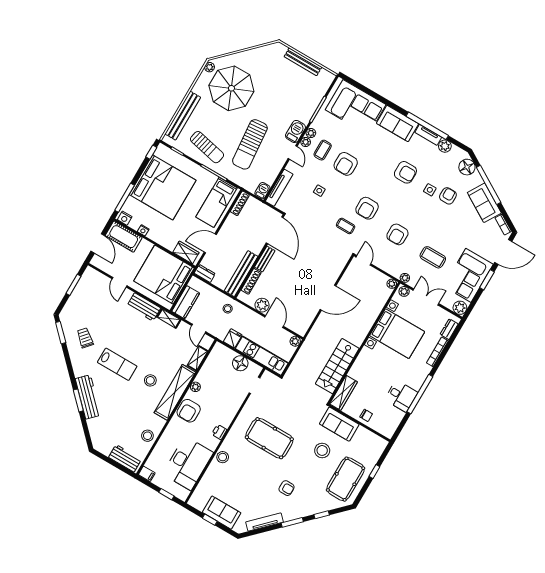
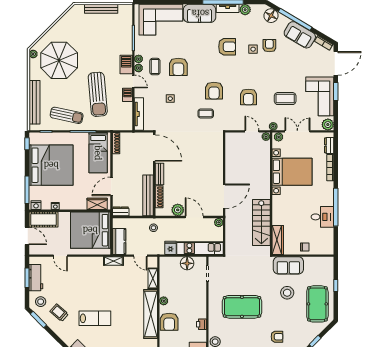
barbecue: (262, 191) -> (128, 95), moved
door: (363, 260) -> (252, 131), moved
door: (328, 298) -> (224, 196), moved
workbench: (144, 307) -> (36, 278), moved, turned -90
stool: (150, 380) -> (41, 302), moved

